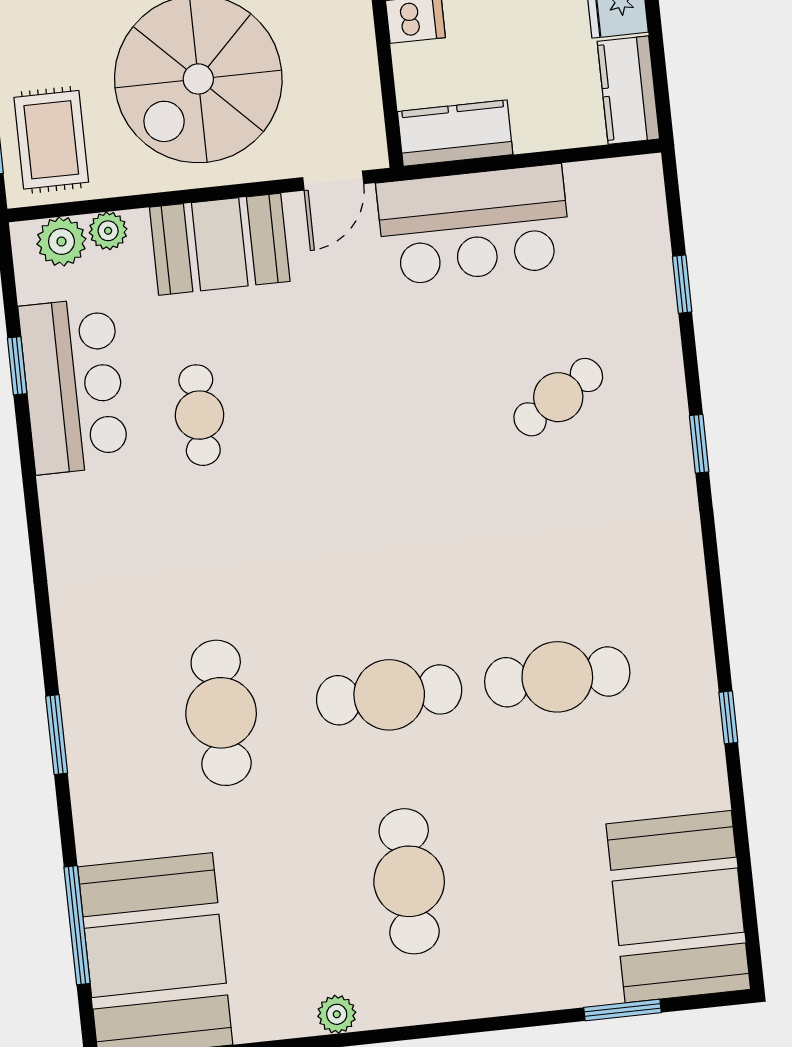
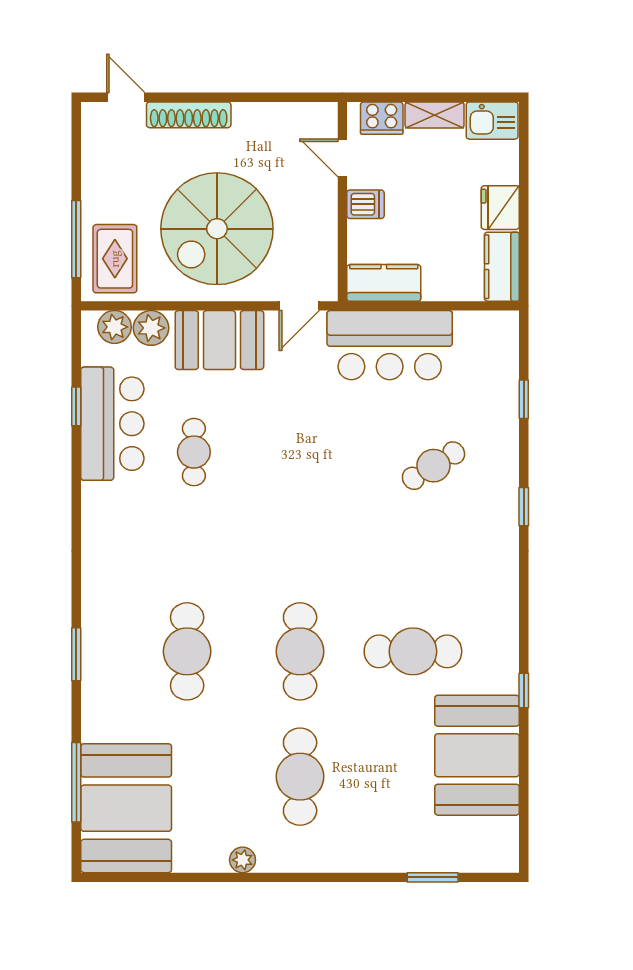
plant: (108, 231) -> (151, 328), width x1.38, depth x1.38
cafe table: (389, 695) -> (300, 651), turned 90
booth: (678, 907) -> (477, 755), moved

